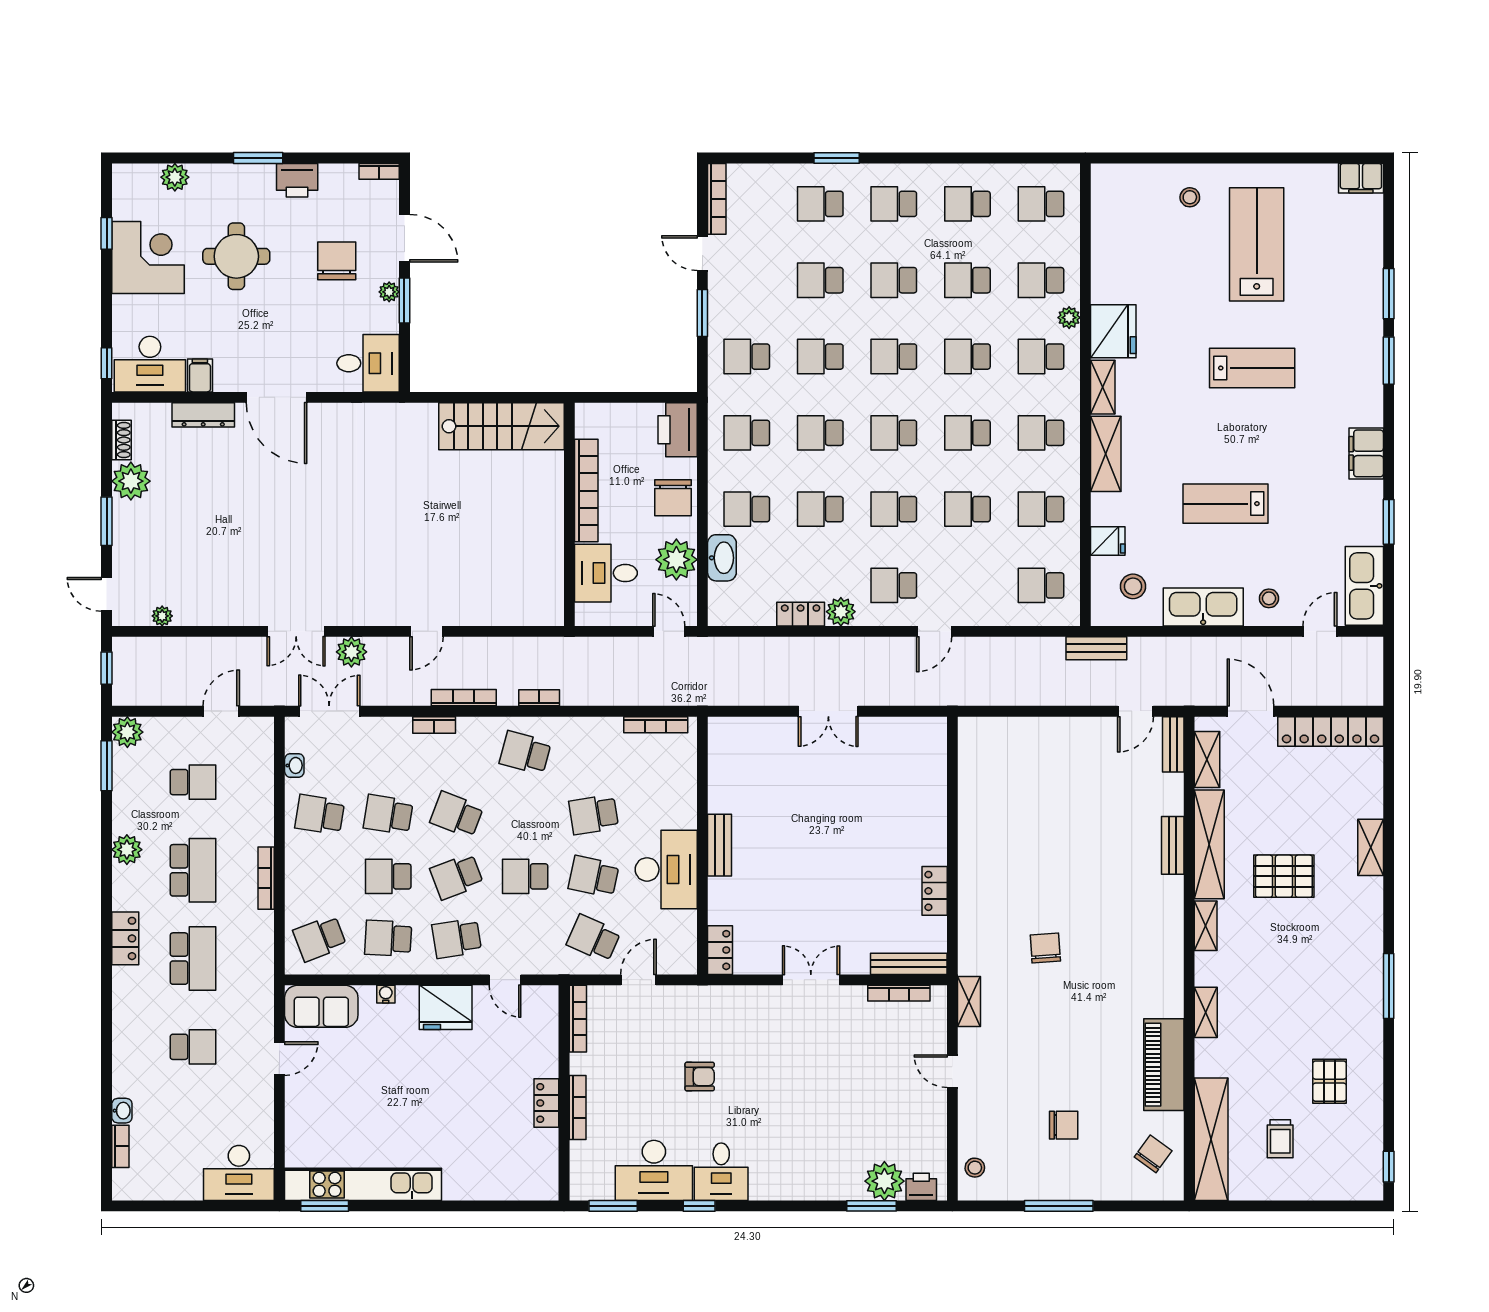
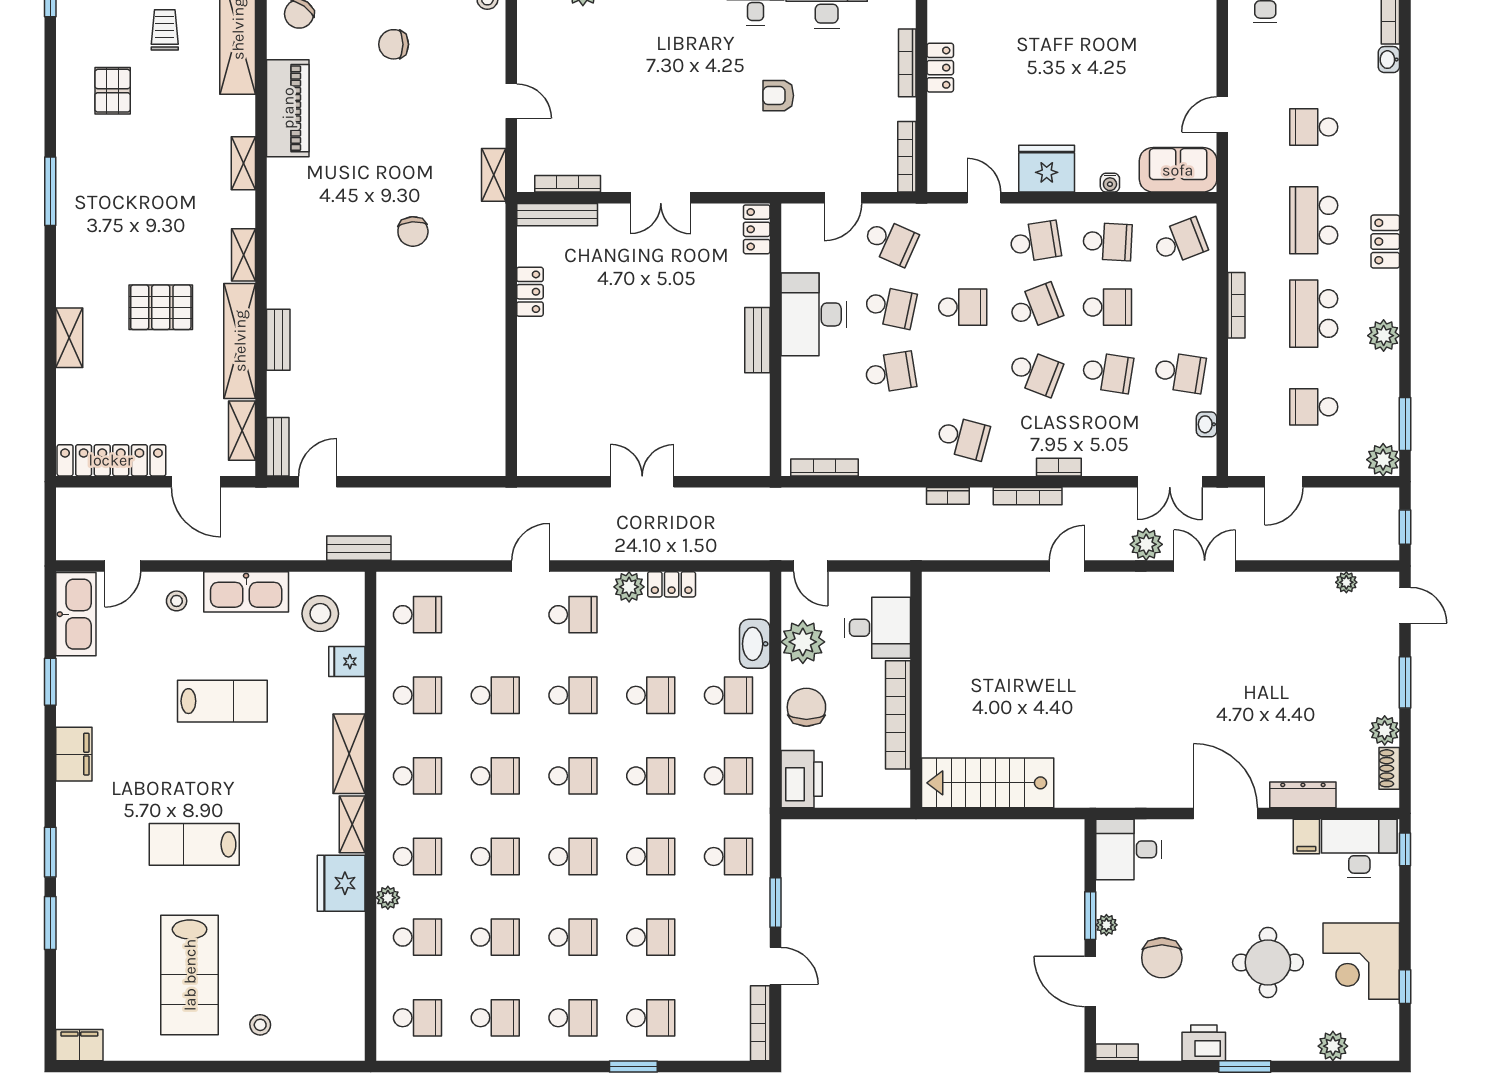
plant: (131, 481) -> (1385, 730), width x0.73, depth x0.73
stool: (1133, 586) -> (320, 614), width x1.38, depth x1.38

